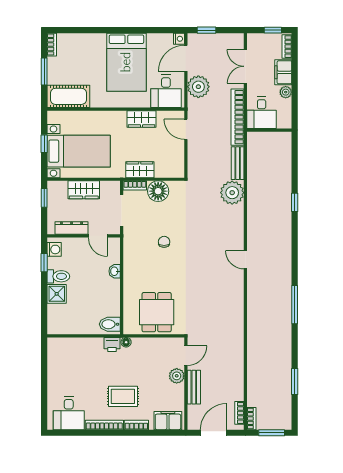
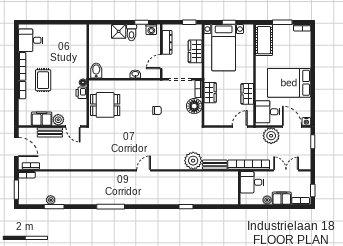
printer: (112, 344) -> (81, 93), moved
plant: (286, 386) -> (51, 200), added
filing cabinet: (168, 421) -> (42, 119), moved, turned -90

